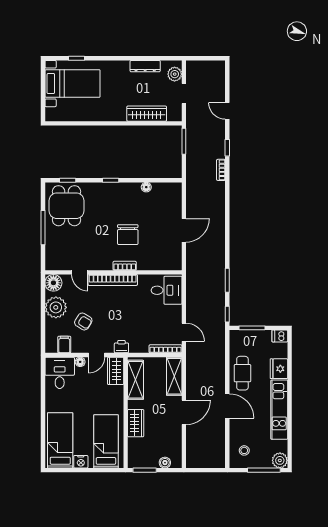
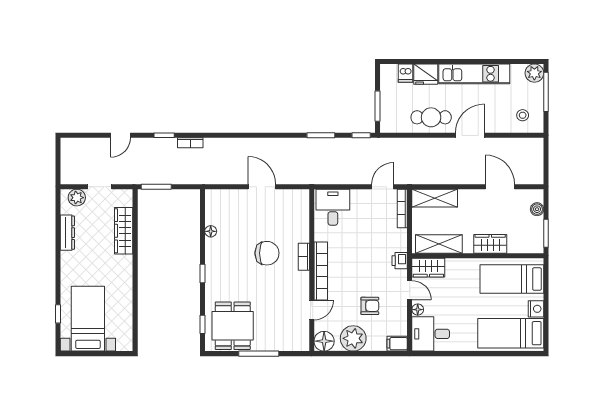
dining table: (66, 206) -> (233, 326), turned 90
armchair: (83, 321) -> (370, 306), turned 58
dishwasher: (280, 336) -> (405, 73), moved
filing cabinet: (64, 345) -> (397, 344), moved
door: (184, 412) -> (500, 187), moved

